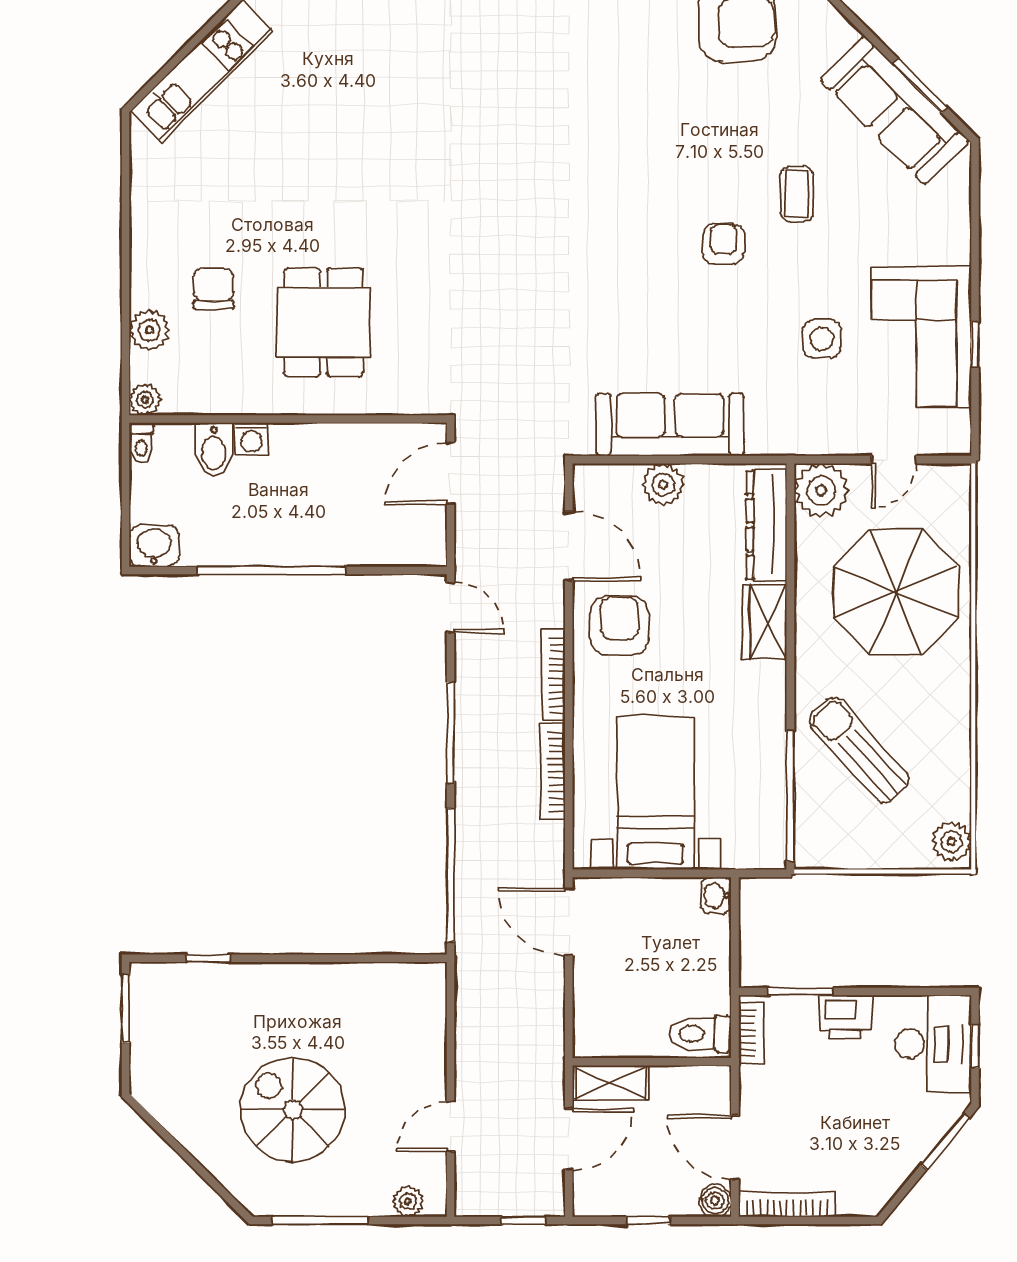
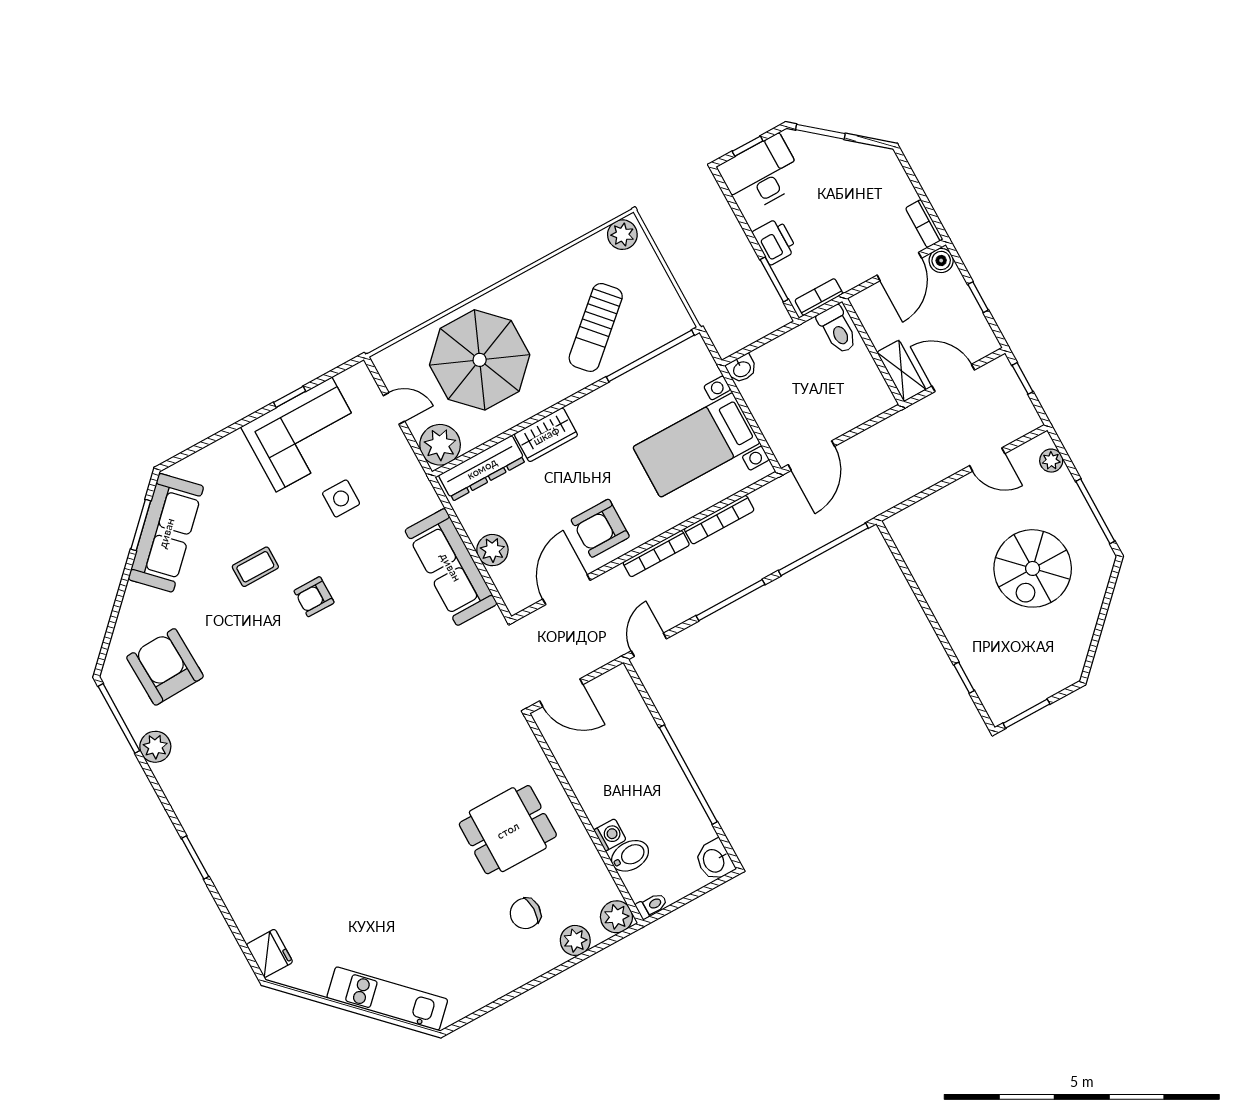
plant: (145, 400) -> (616, 917), width x1.38, depth x1.38
bookcase: (787, 1205) -> (924, 224), width x0.64

